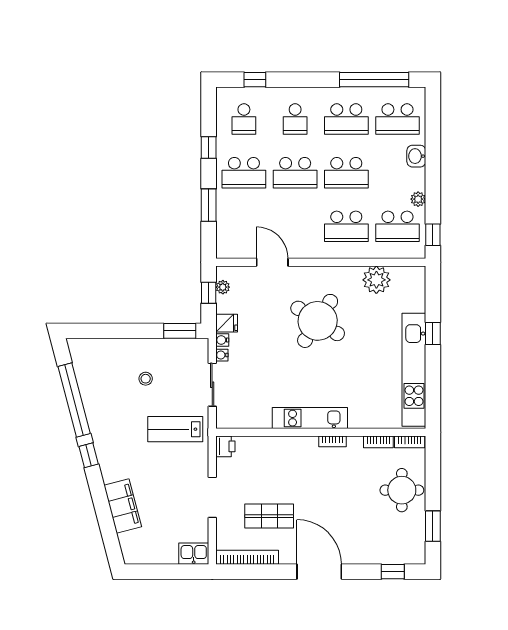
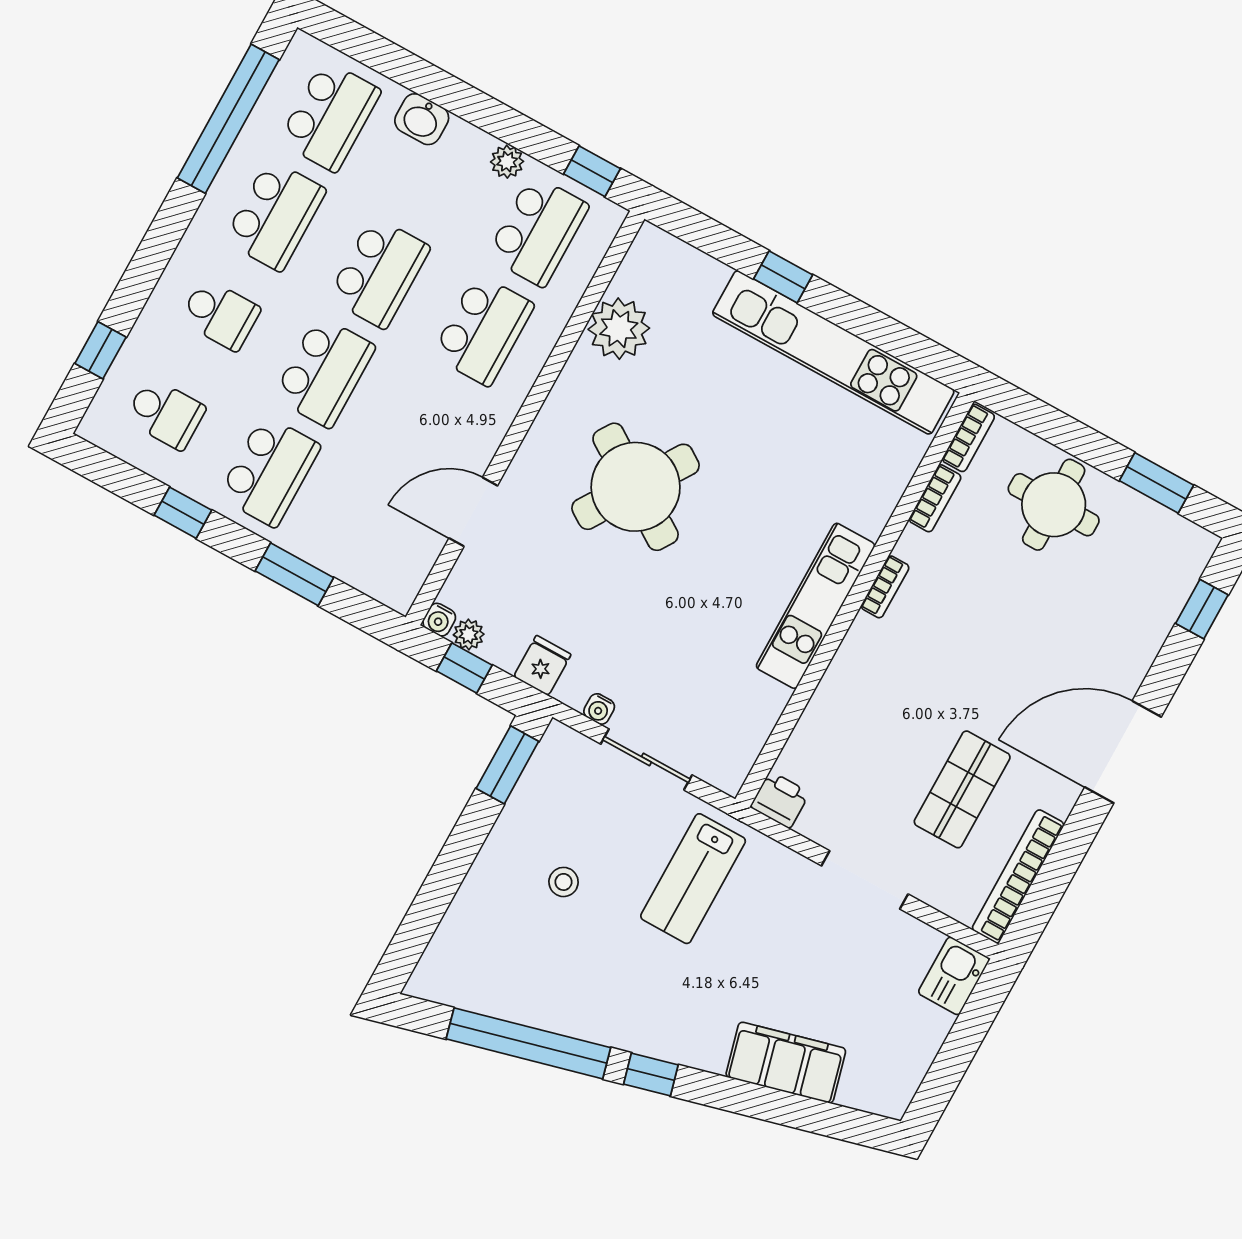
water cooler: (222, 340) -> (439, 620), moved

